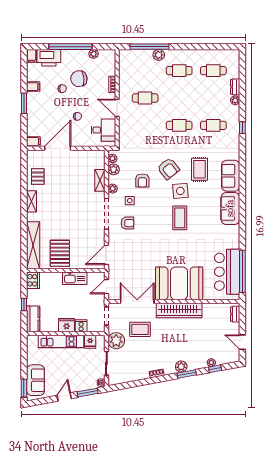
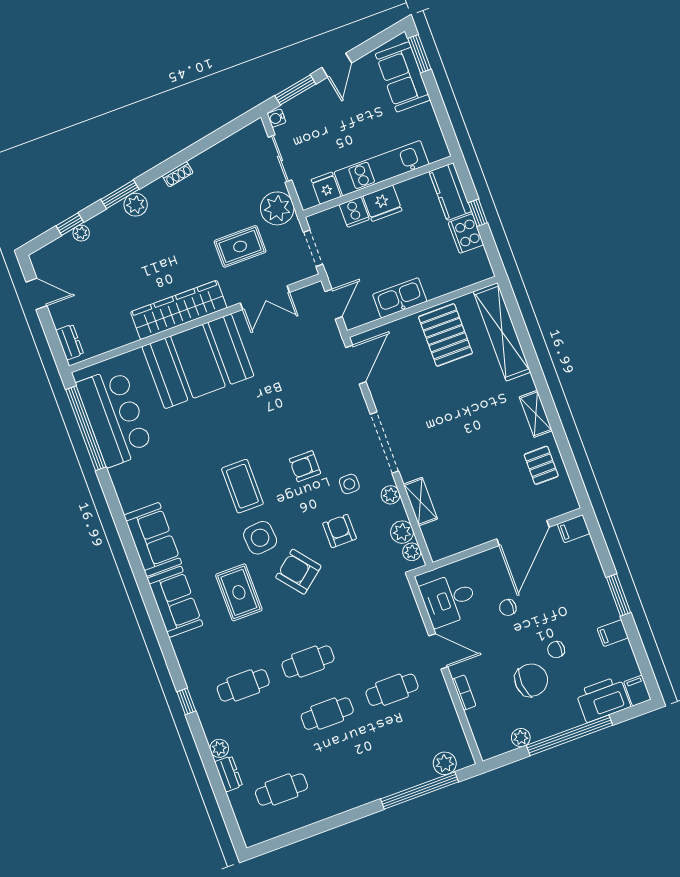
plant: (159, 55) -> (445, 763), moved
cafe table: (179, 71) -> (327, 714), moved
armchair: (127, 223) -> (305, 466), moved
cooker: (33, 280) -> (466, 234), moved
double door: (137, 301) -> (265, 298), width x0.73

